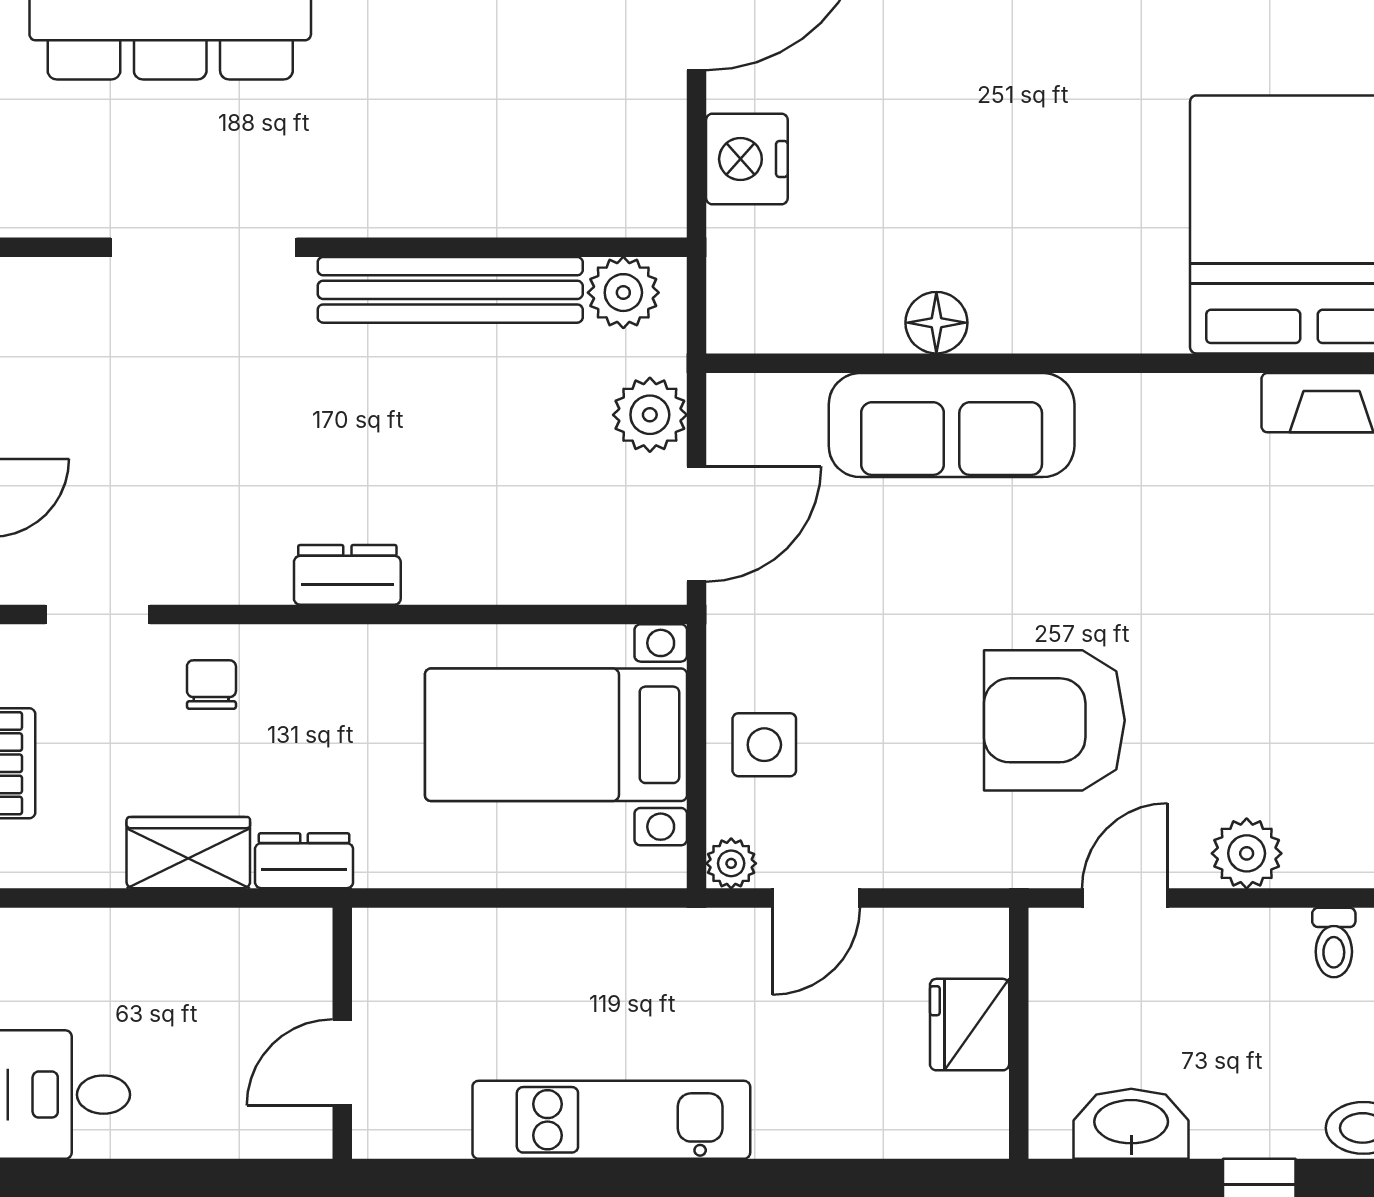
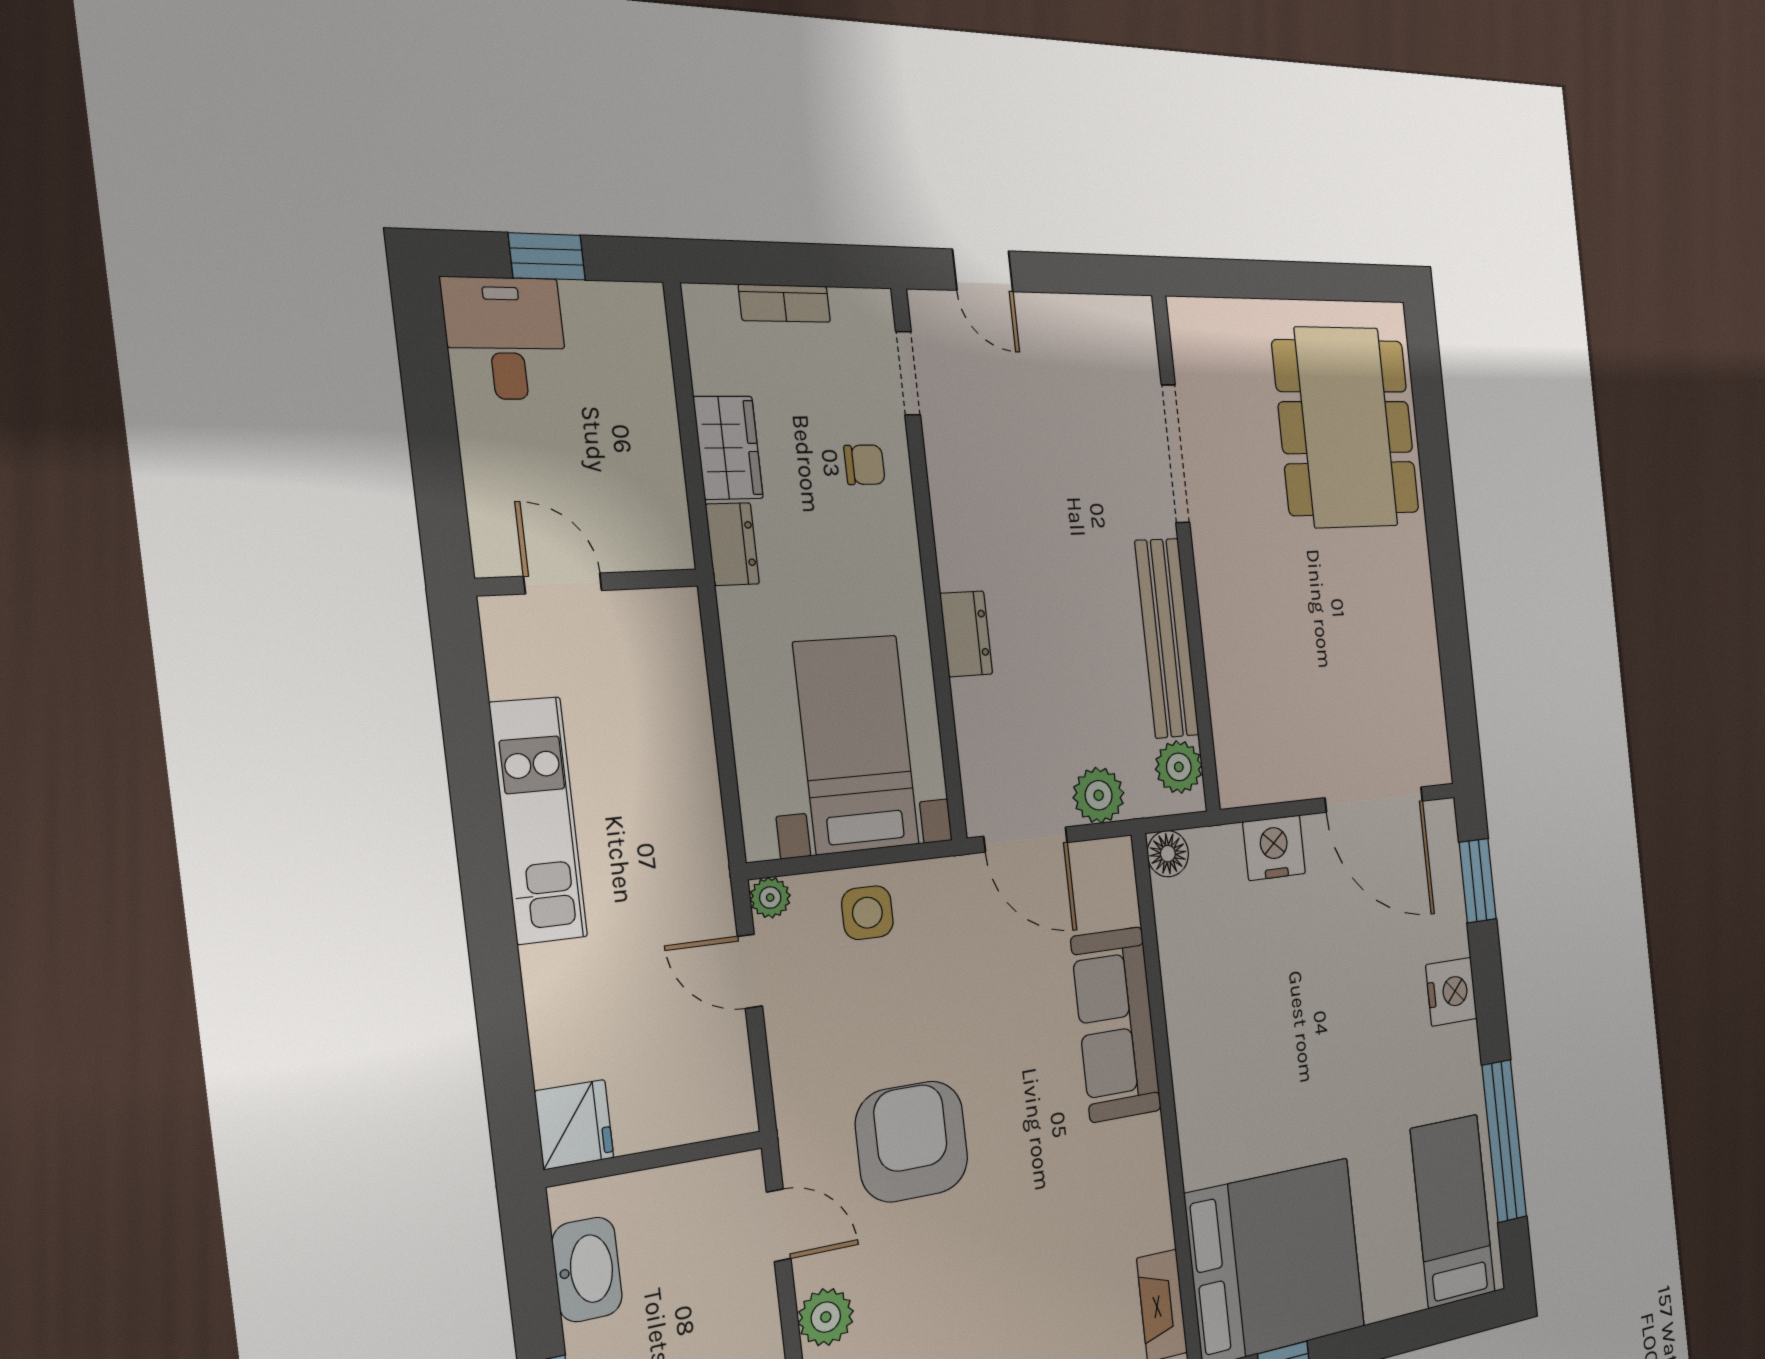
floor lamp: (936, 323) -> (1168, 854), moved
dresser: (347, 575) -> (966, 634), moved
fridge: (970, 1025) -> (574, 1125), moved, turned 90

